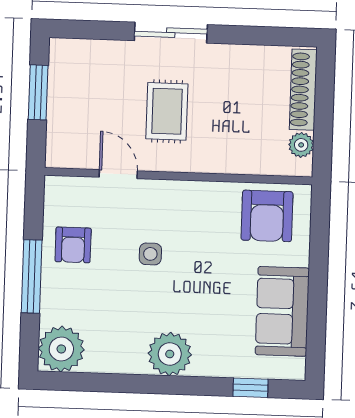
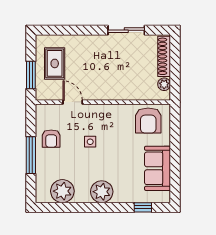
sliding door: (171, 33) -> (126, 30), moved
window: (38, 92) -> (31, 75), moved
rug: (167, 111) -> (55, 63), moved
plant: (61, 349) -> (62, 191), moved

